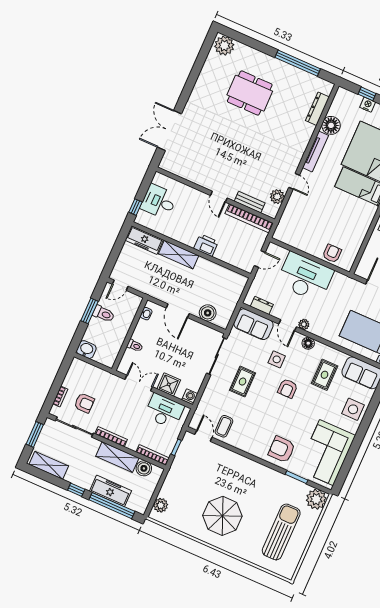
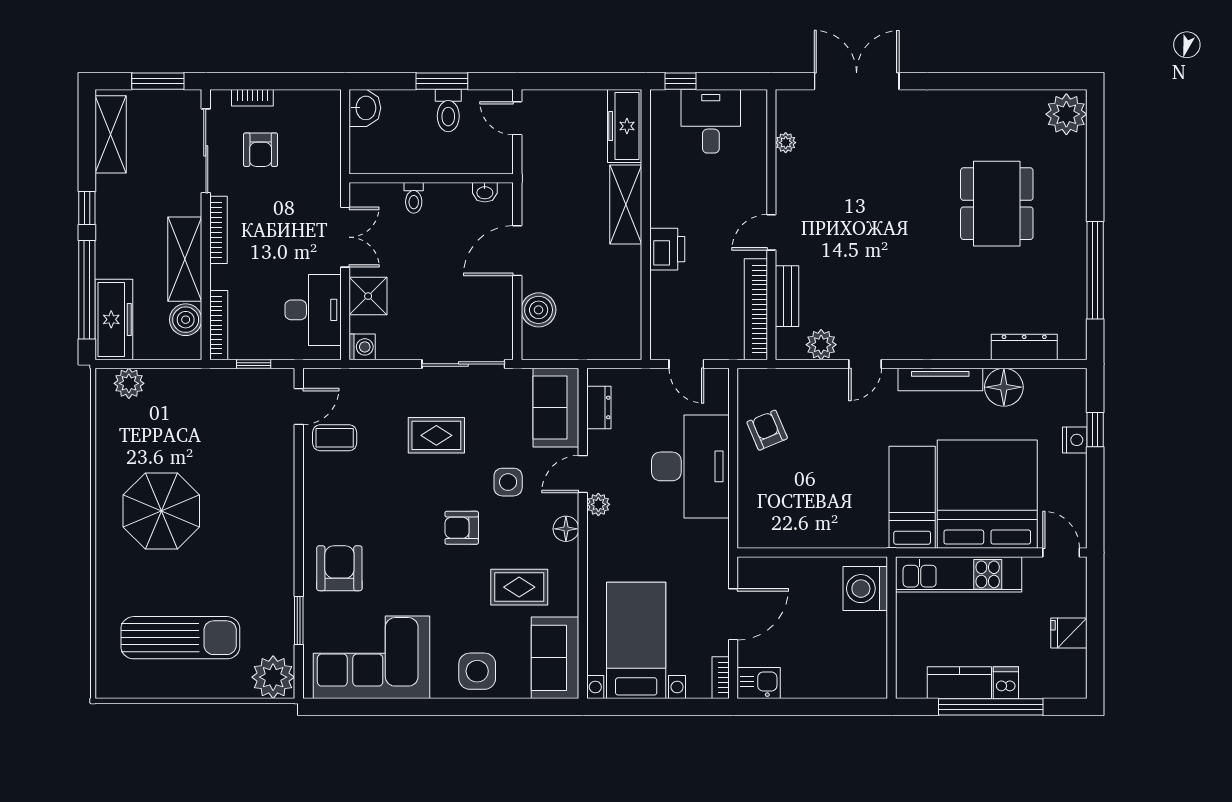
plant: (183, 173) -> (786, 143), added
armchair: (332, 254) -> (767, 430), moved, turned -113
freezer: (110, 491) -> (114, 319), moved

